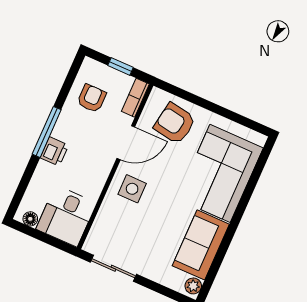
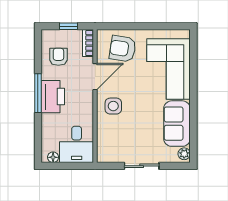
printer: (54, 151) -> (53, 97), width x1.87, depth x1.48
sliding door: (113, 268) -> (142, 166), moved

